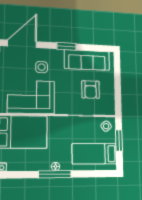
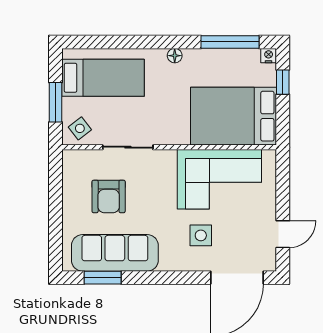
window: (67, 46) -> (103, 278), moved
armchair: (91, 90) -> (109, 196), turned 180
window: (55, 174) -> (230, 42), moved

